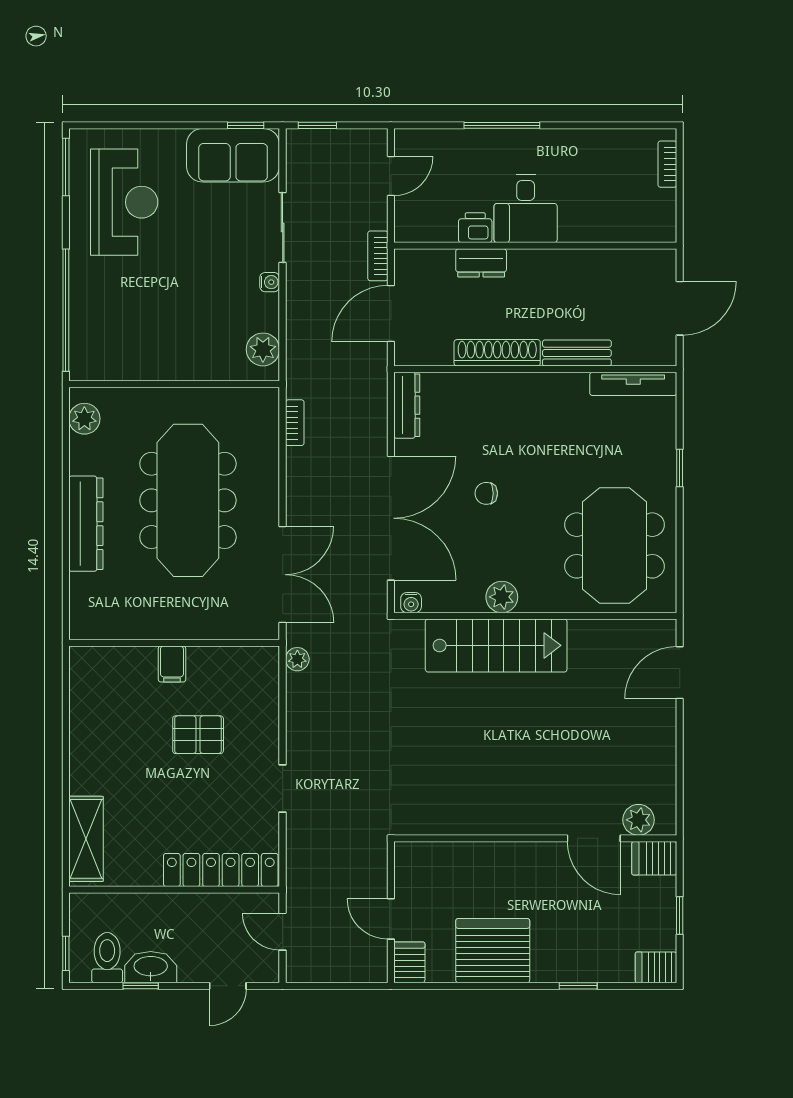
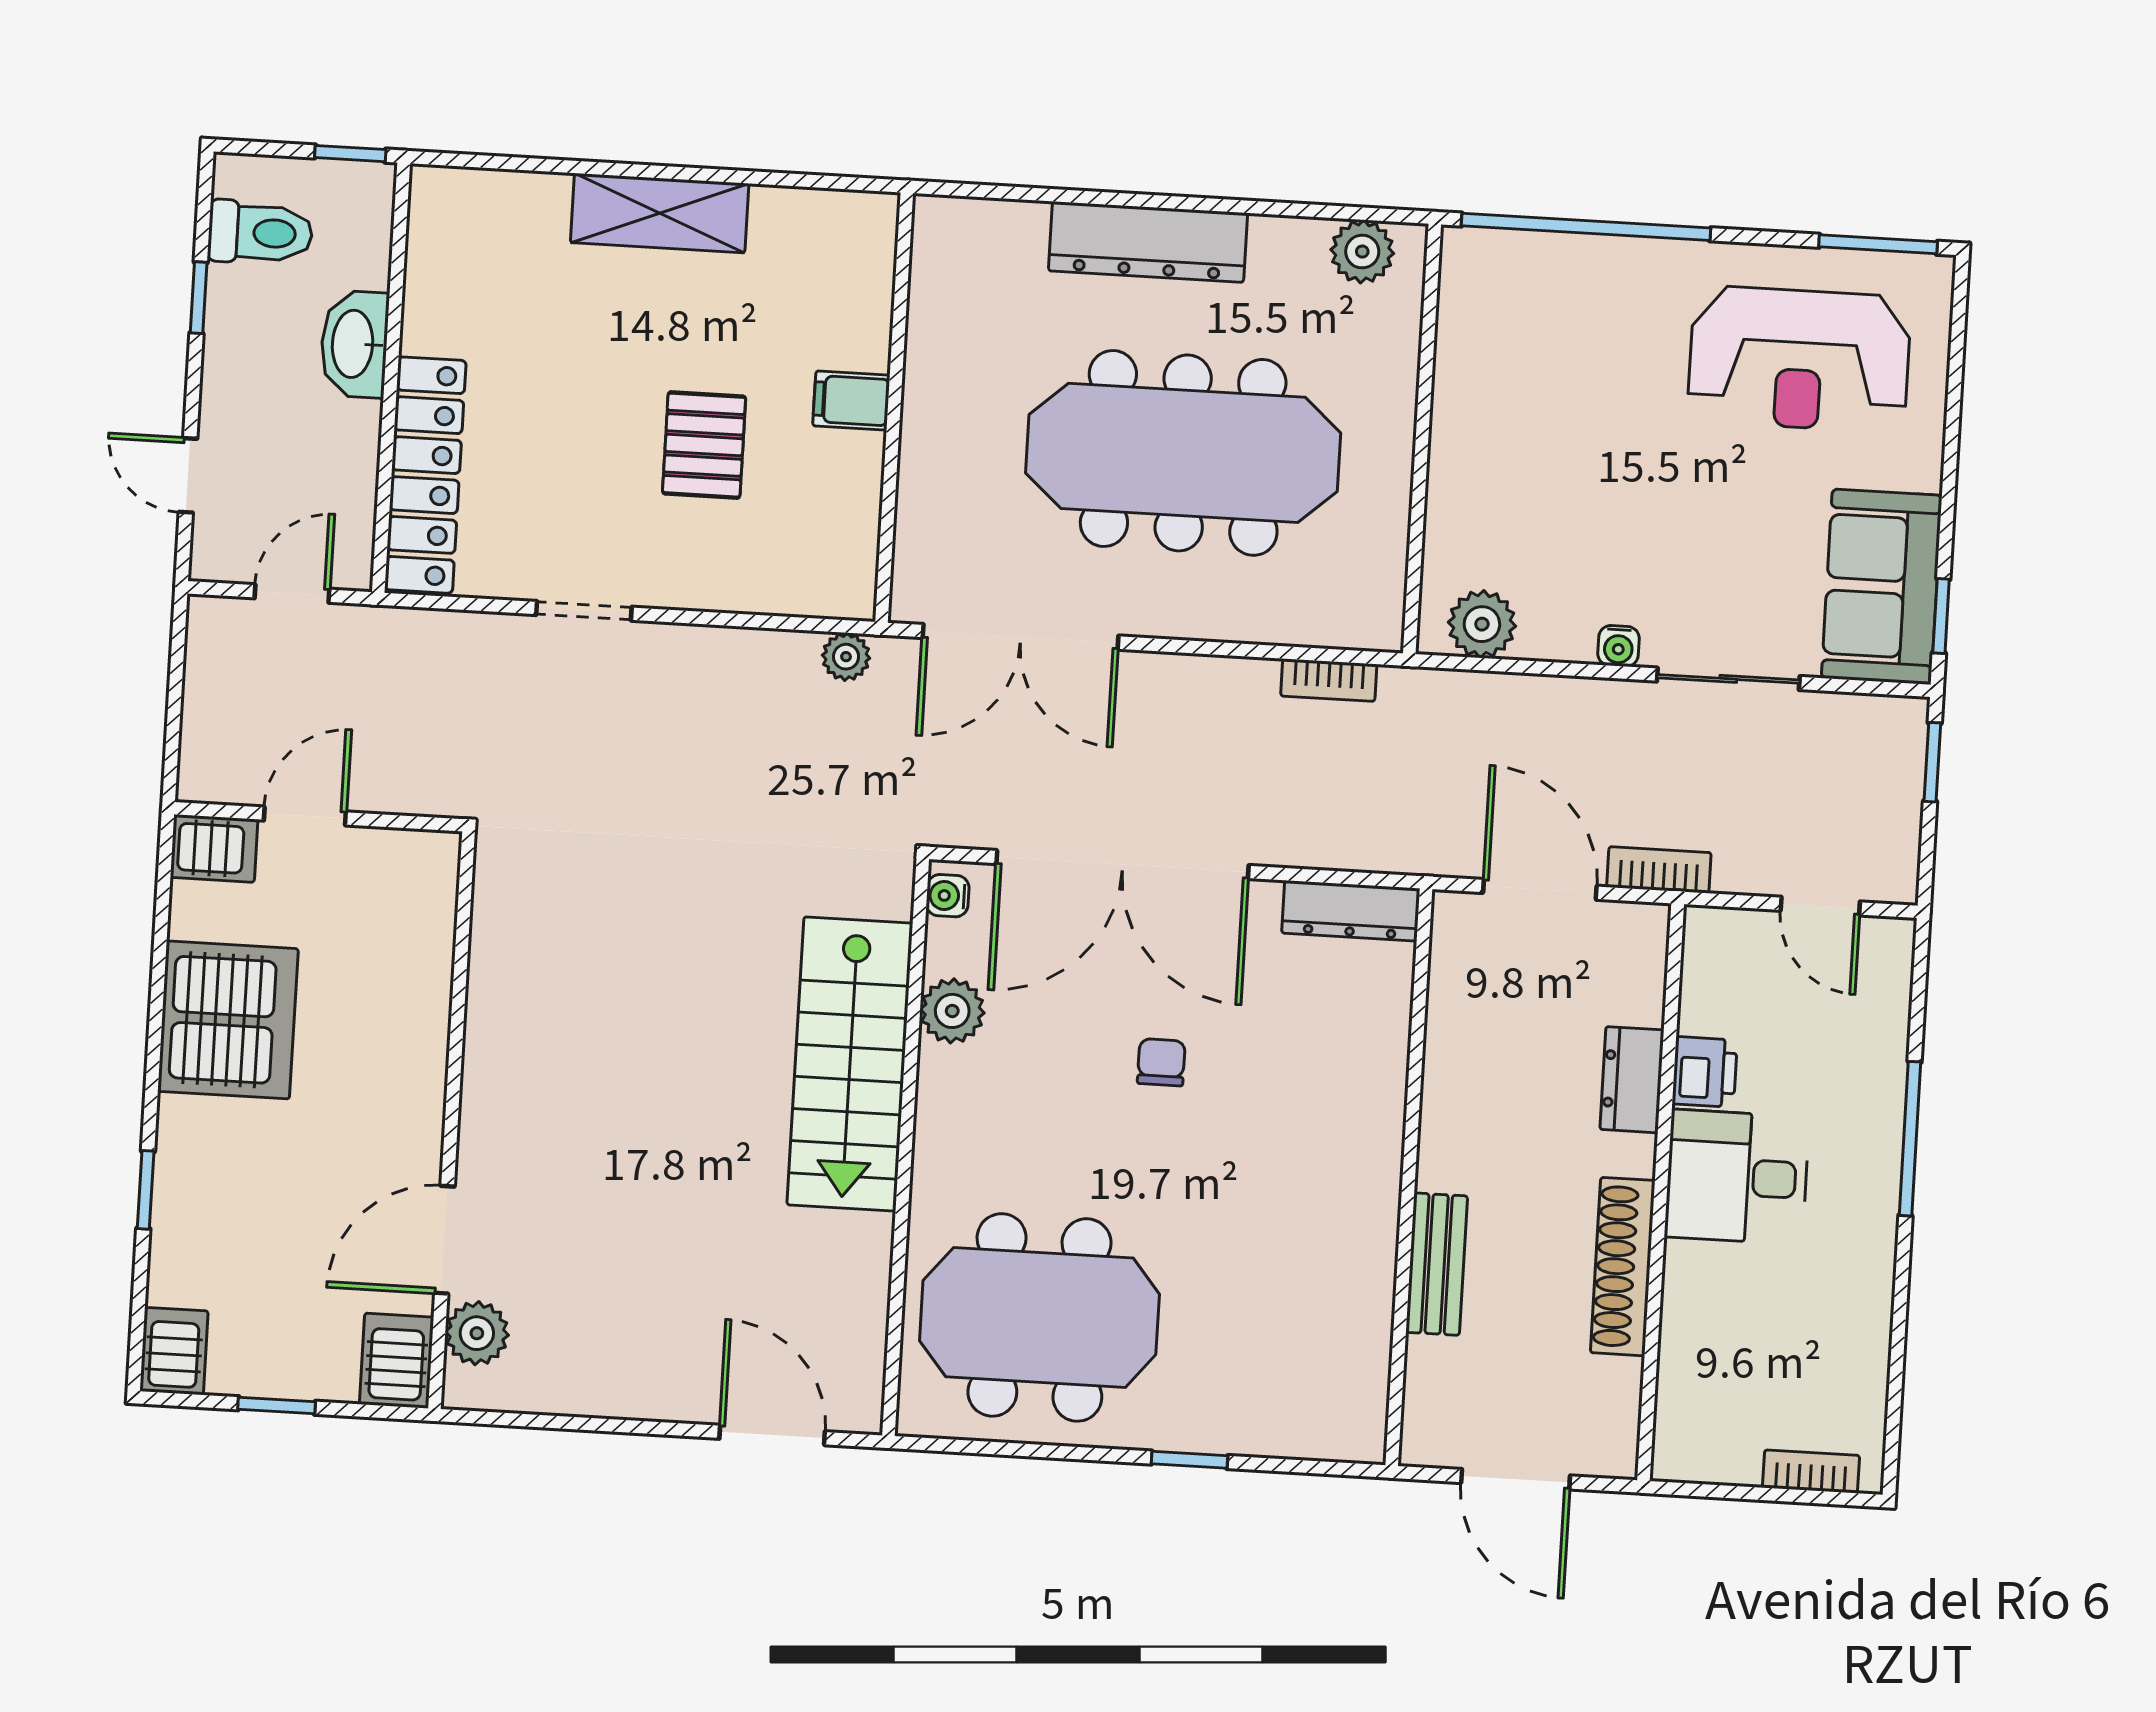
shoe rack: (497, 353) -> (1623, 1267), moved, turned 180
tv unit: (633, 384) -> (1367, 1375), removed
plant: (502, 597) -> (952, 1011), moved
shelving: (86, 839) -> (660, 213), moved
window: (66, 953) -> (350, 154), moved
washbasin: (151, 967) -> (354, 344), moved, turned 180

